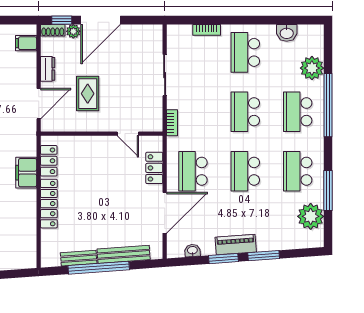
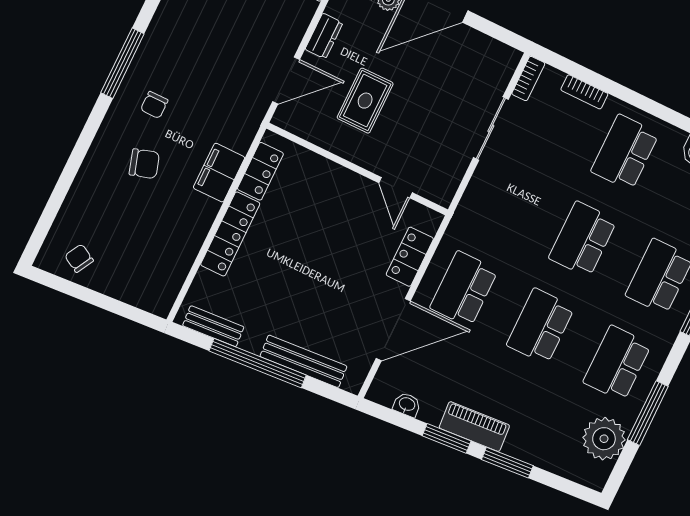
bookcase: (172, 123) -> (528, 78), moved
bench: (79, 258) -> (213, 326), moved

